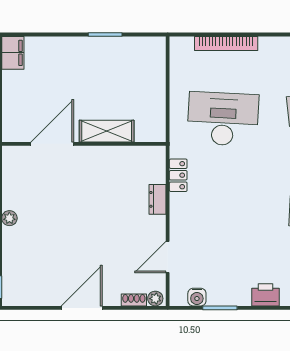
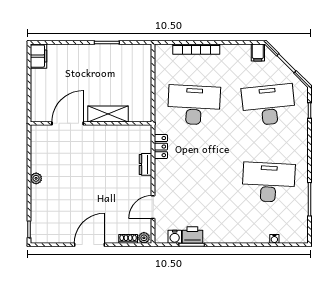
printer: (265, 295) -> (192, 235), moved

